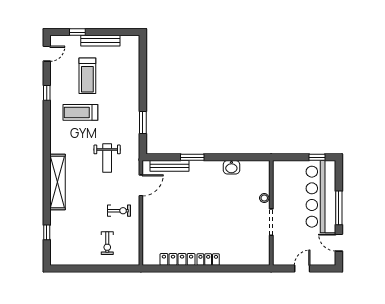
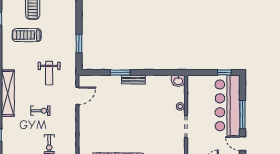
bench: (169, 166) -> (133, 80), moved, width x0.73
washbasin: (231, 167) -> (178, 81), moved
exercise bike: (119, 211) -> (40, 111), moved

